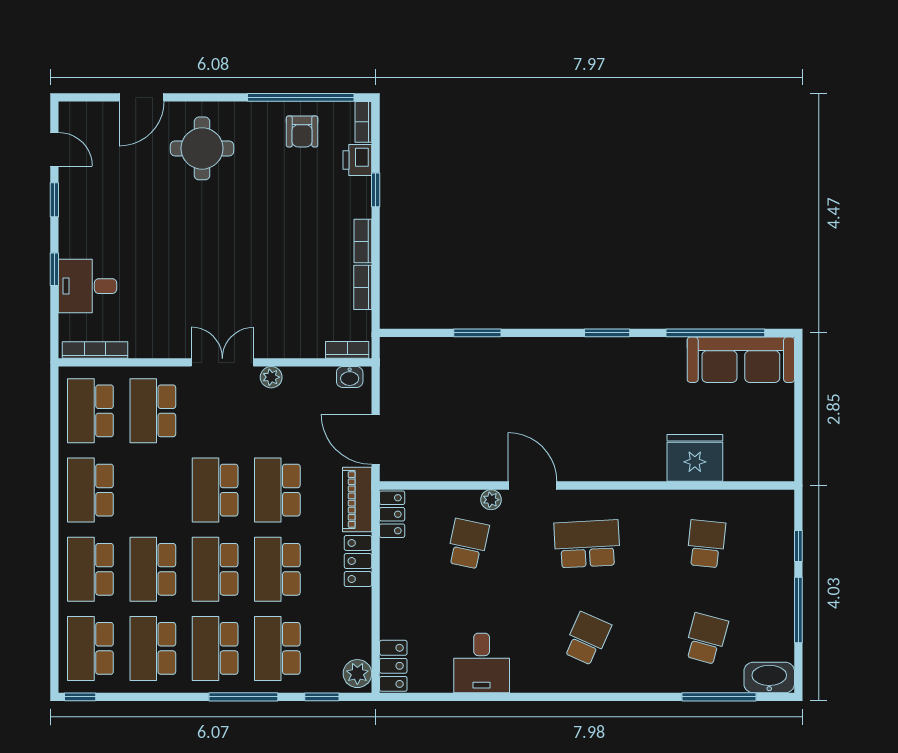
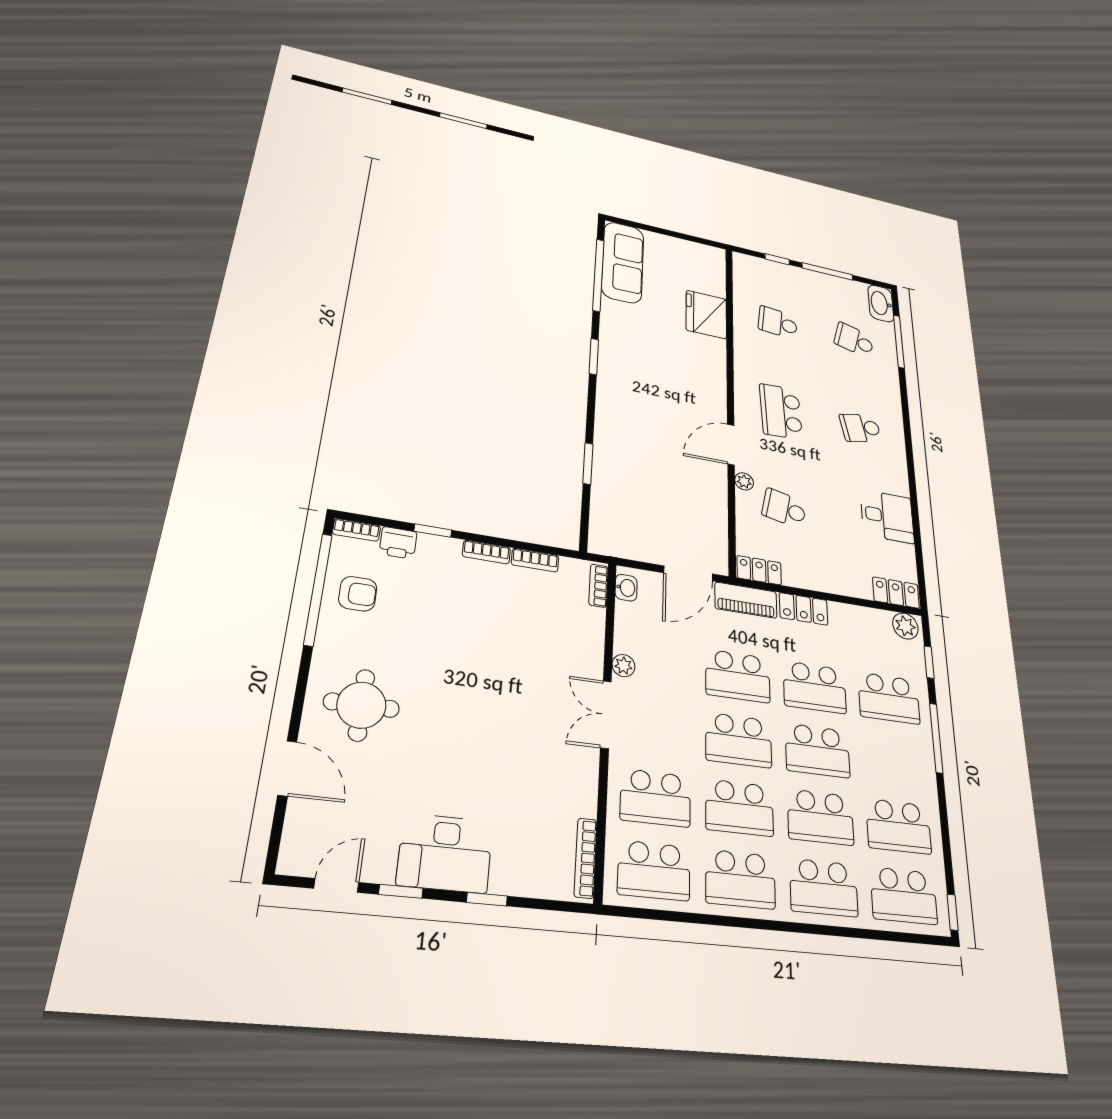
desk: (87, 286) -> (445, 853), moved, width x1.37
school desk: (587, 639) -> (860, 428), turned -36
school desk: (215, 648) -> (740, 808), moved

